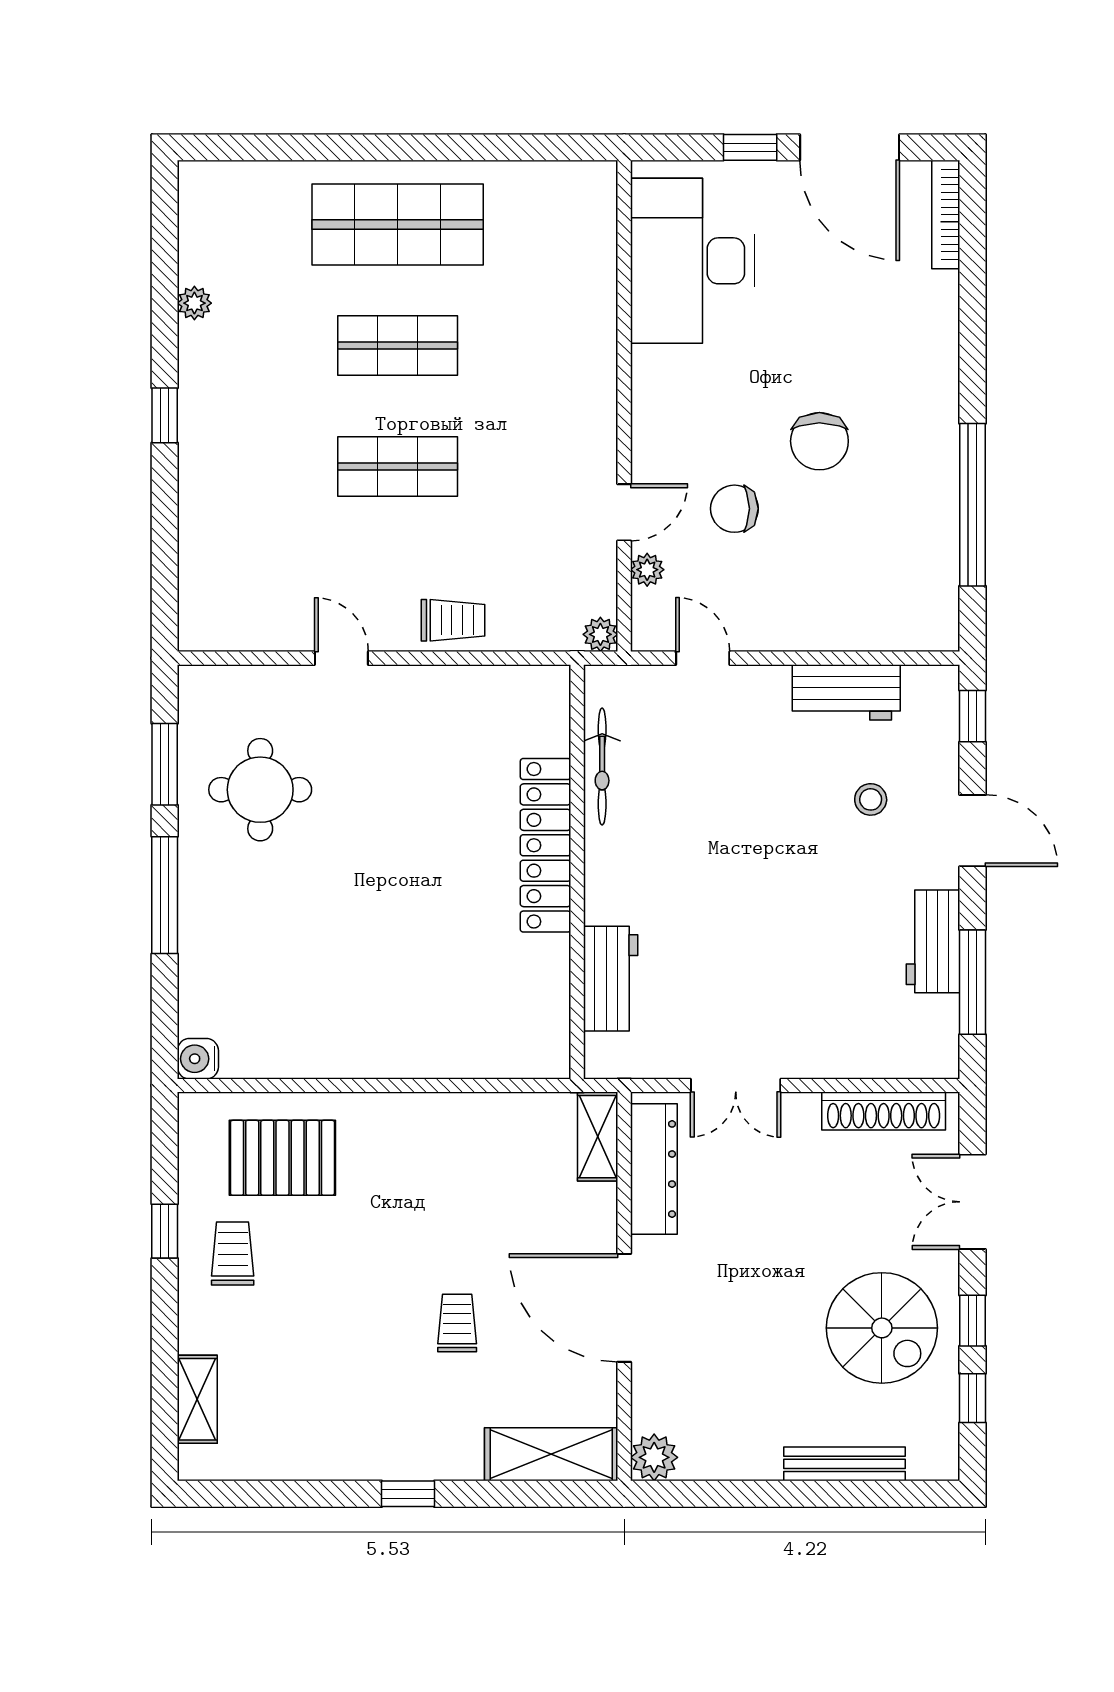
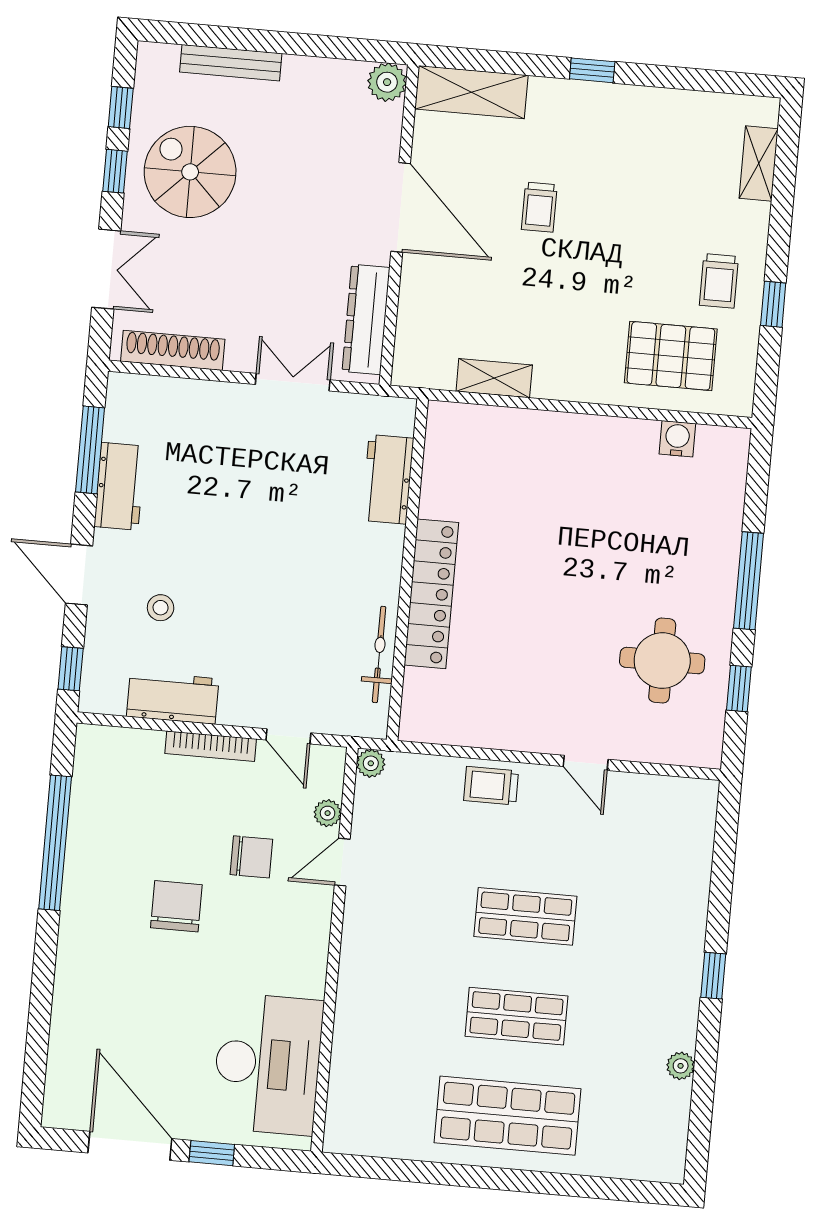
bookcase: (946, 215) -> (211, 746), moved, turned 90
window: (165, 764) -> (739, 689), width x0.67
water cooler: (198, 1059) -> (677, 439), moved, turned -90
shelving: (598, 1137) -> (494, 378), moved, turned 90

